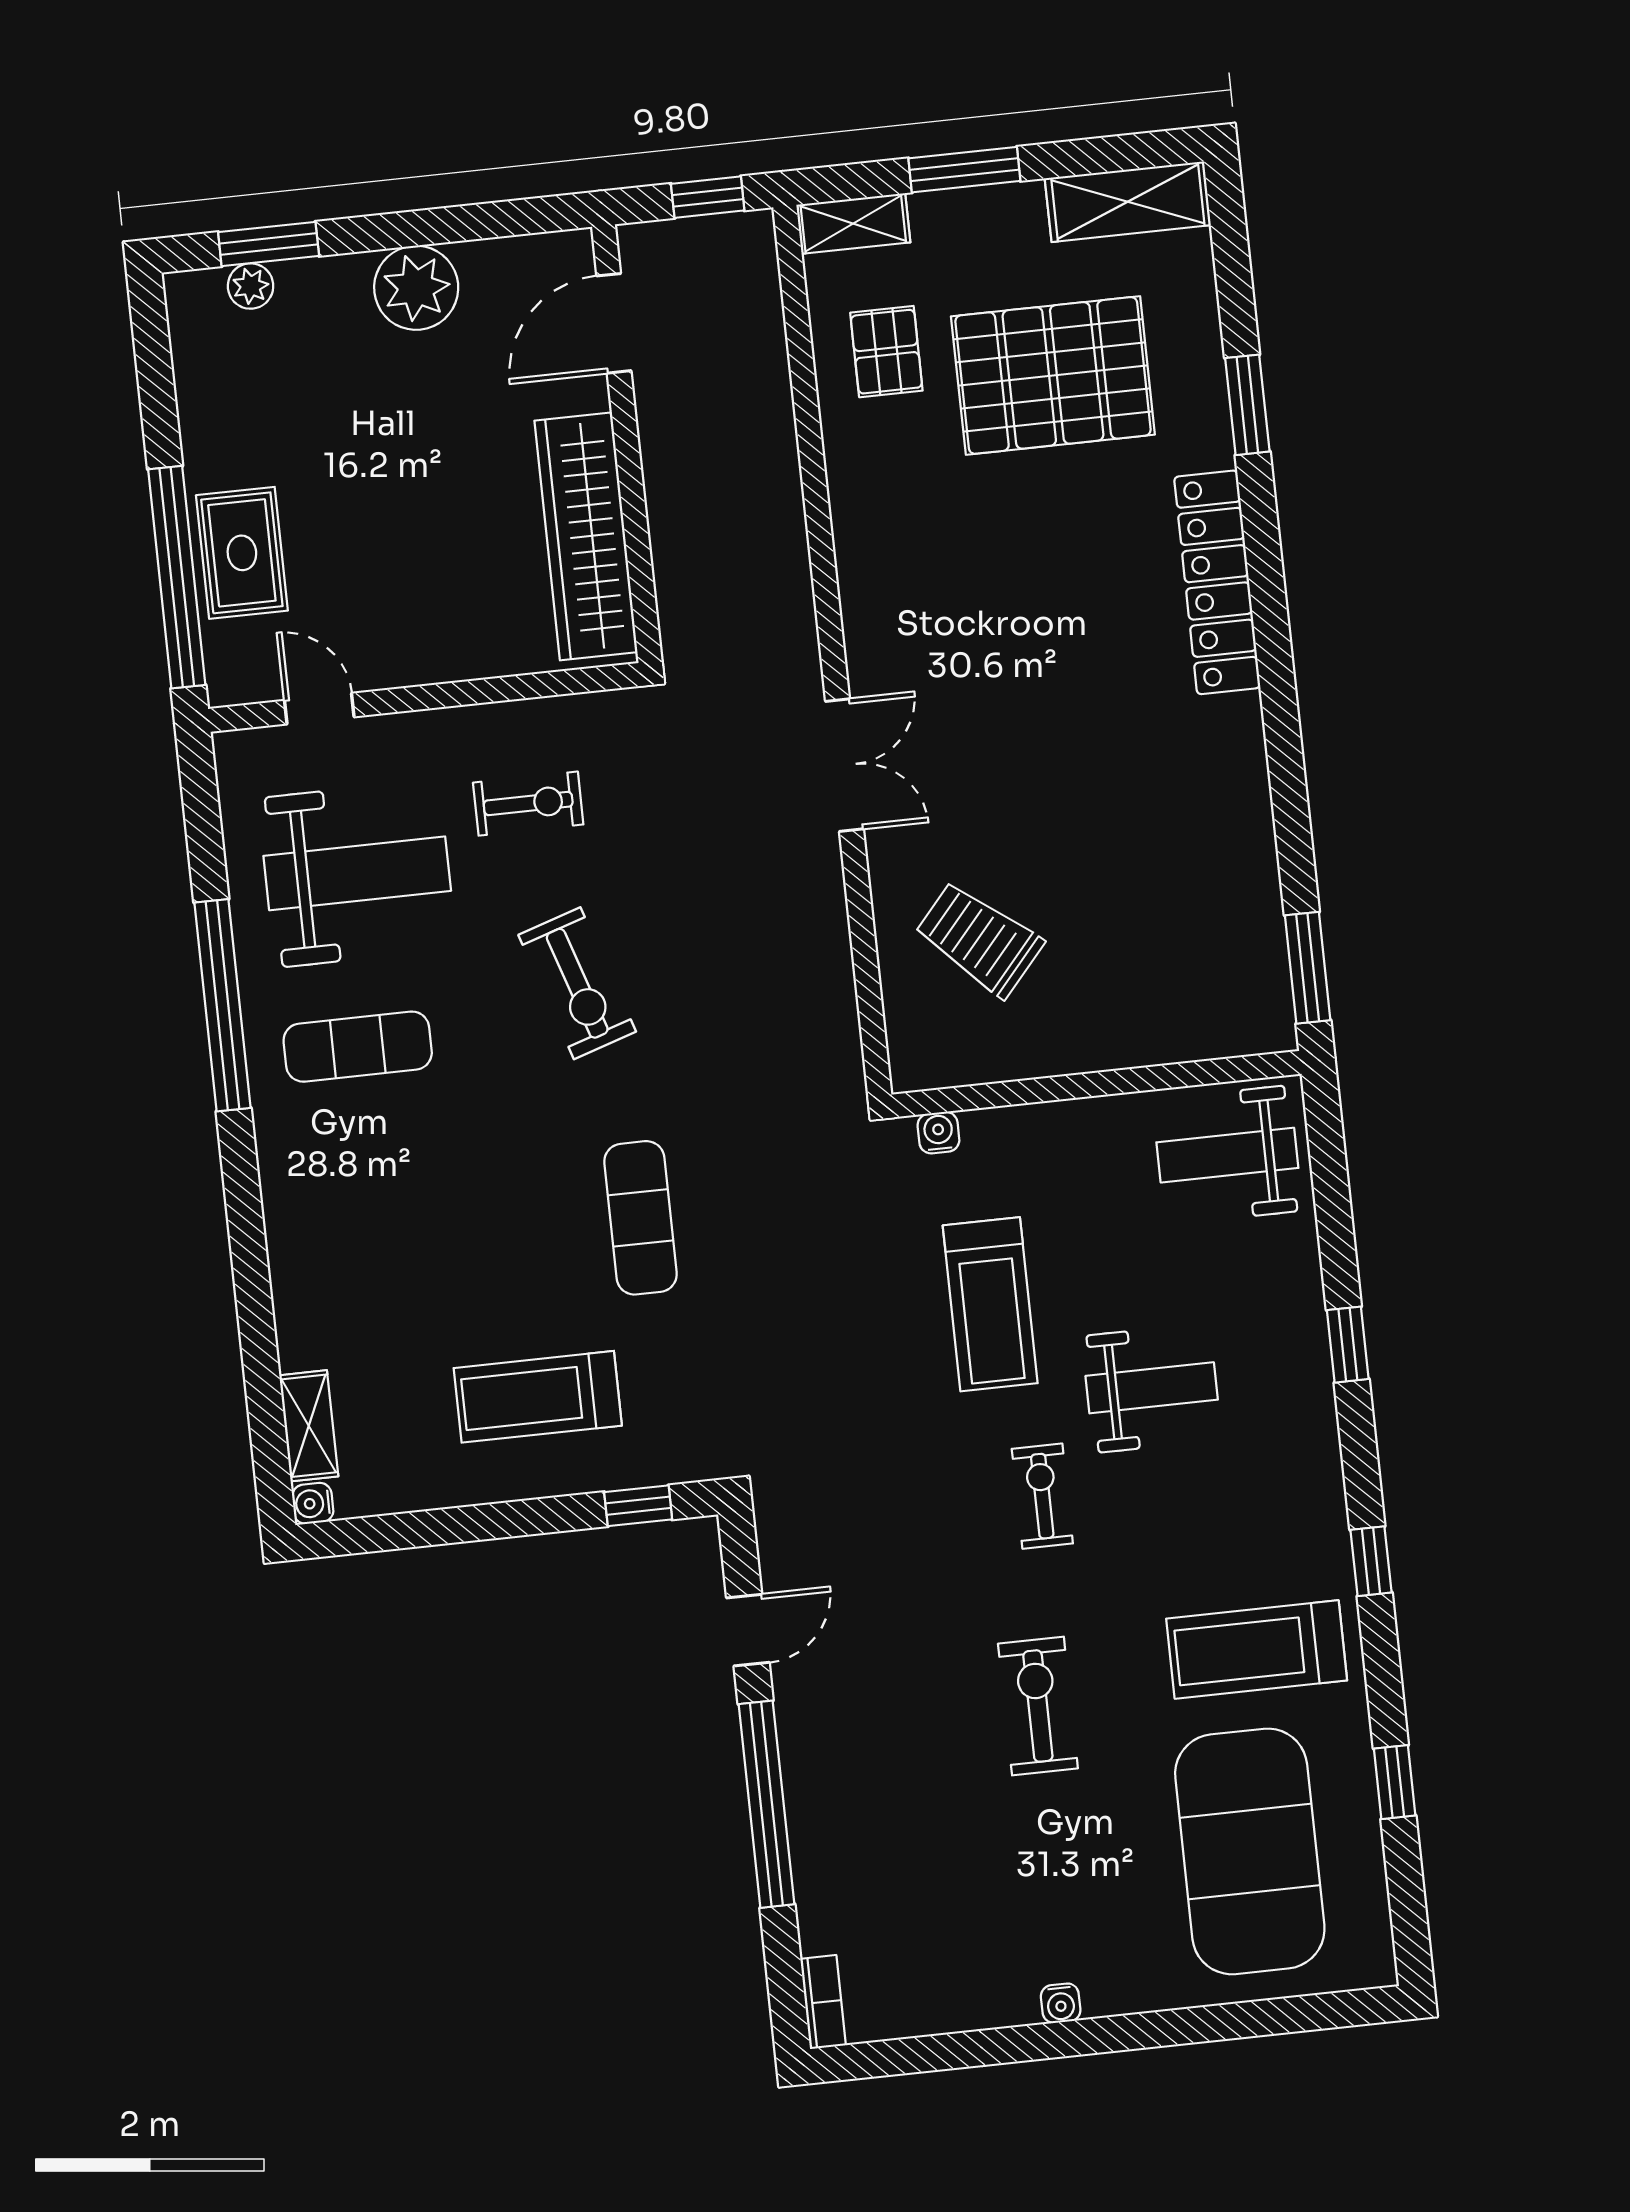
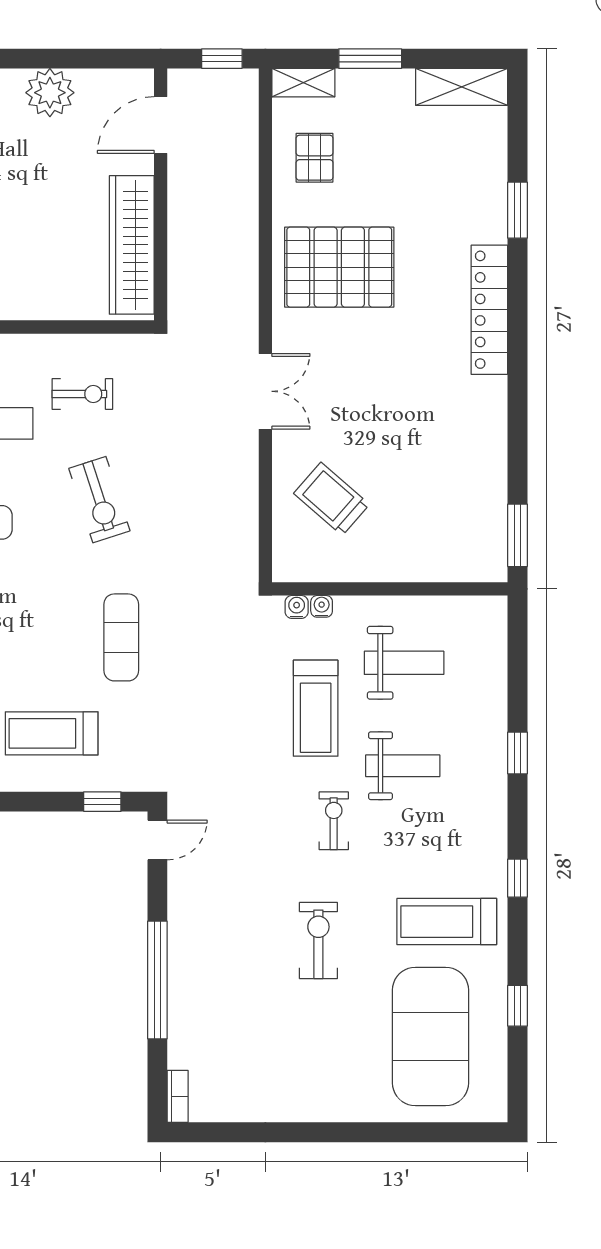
pallet: (1053, 375) -> (339, 267), moved
weight bench: (1227, 1155) -> (404, 663), moved, turned 180
door: (748, 1630) -> (157, 840), moved
water cooler: (1061, 2003) -> (322, 606), moved, turned 180

